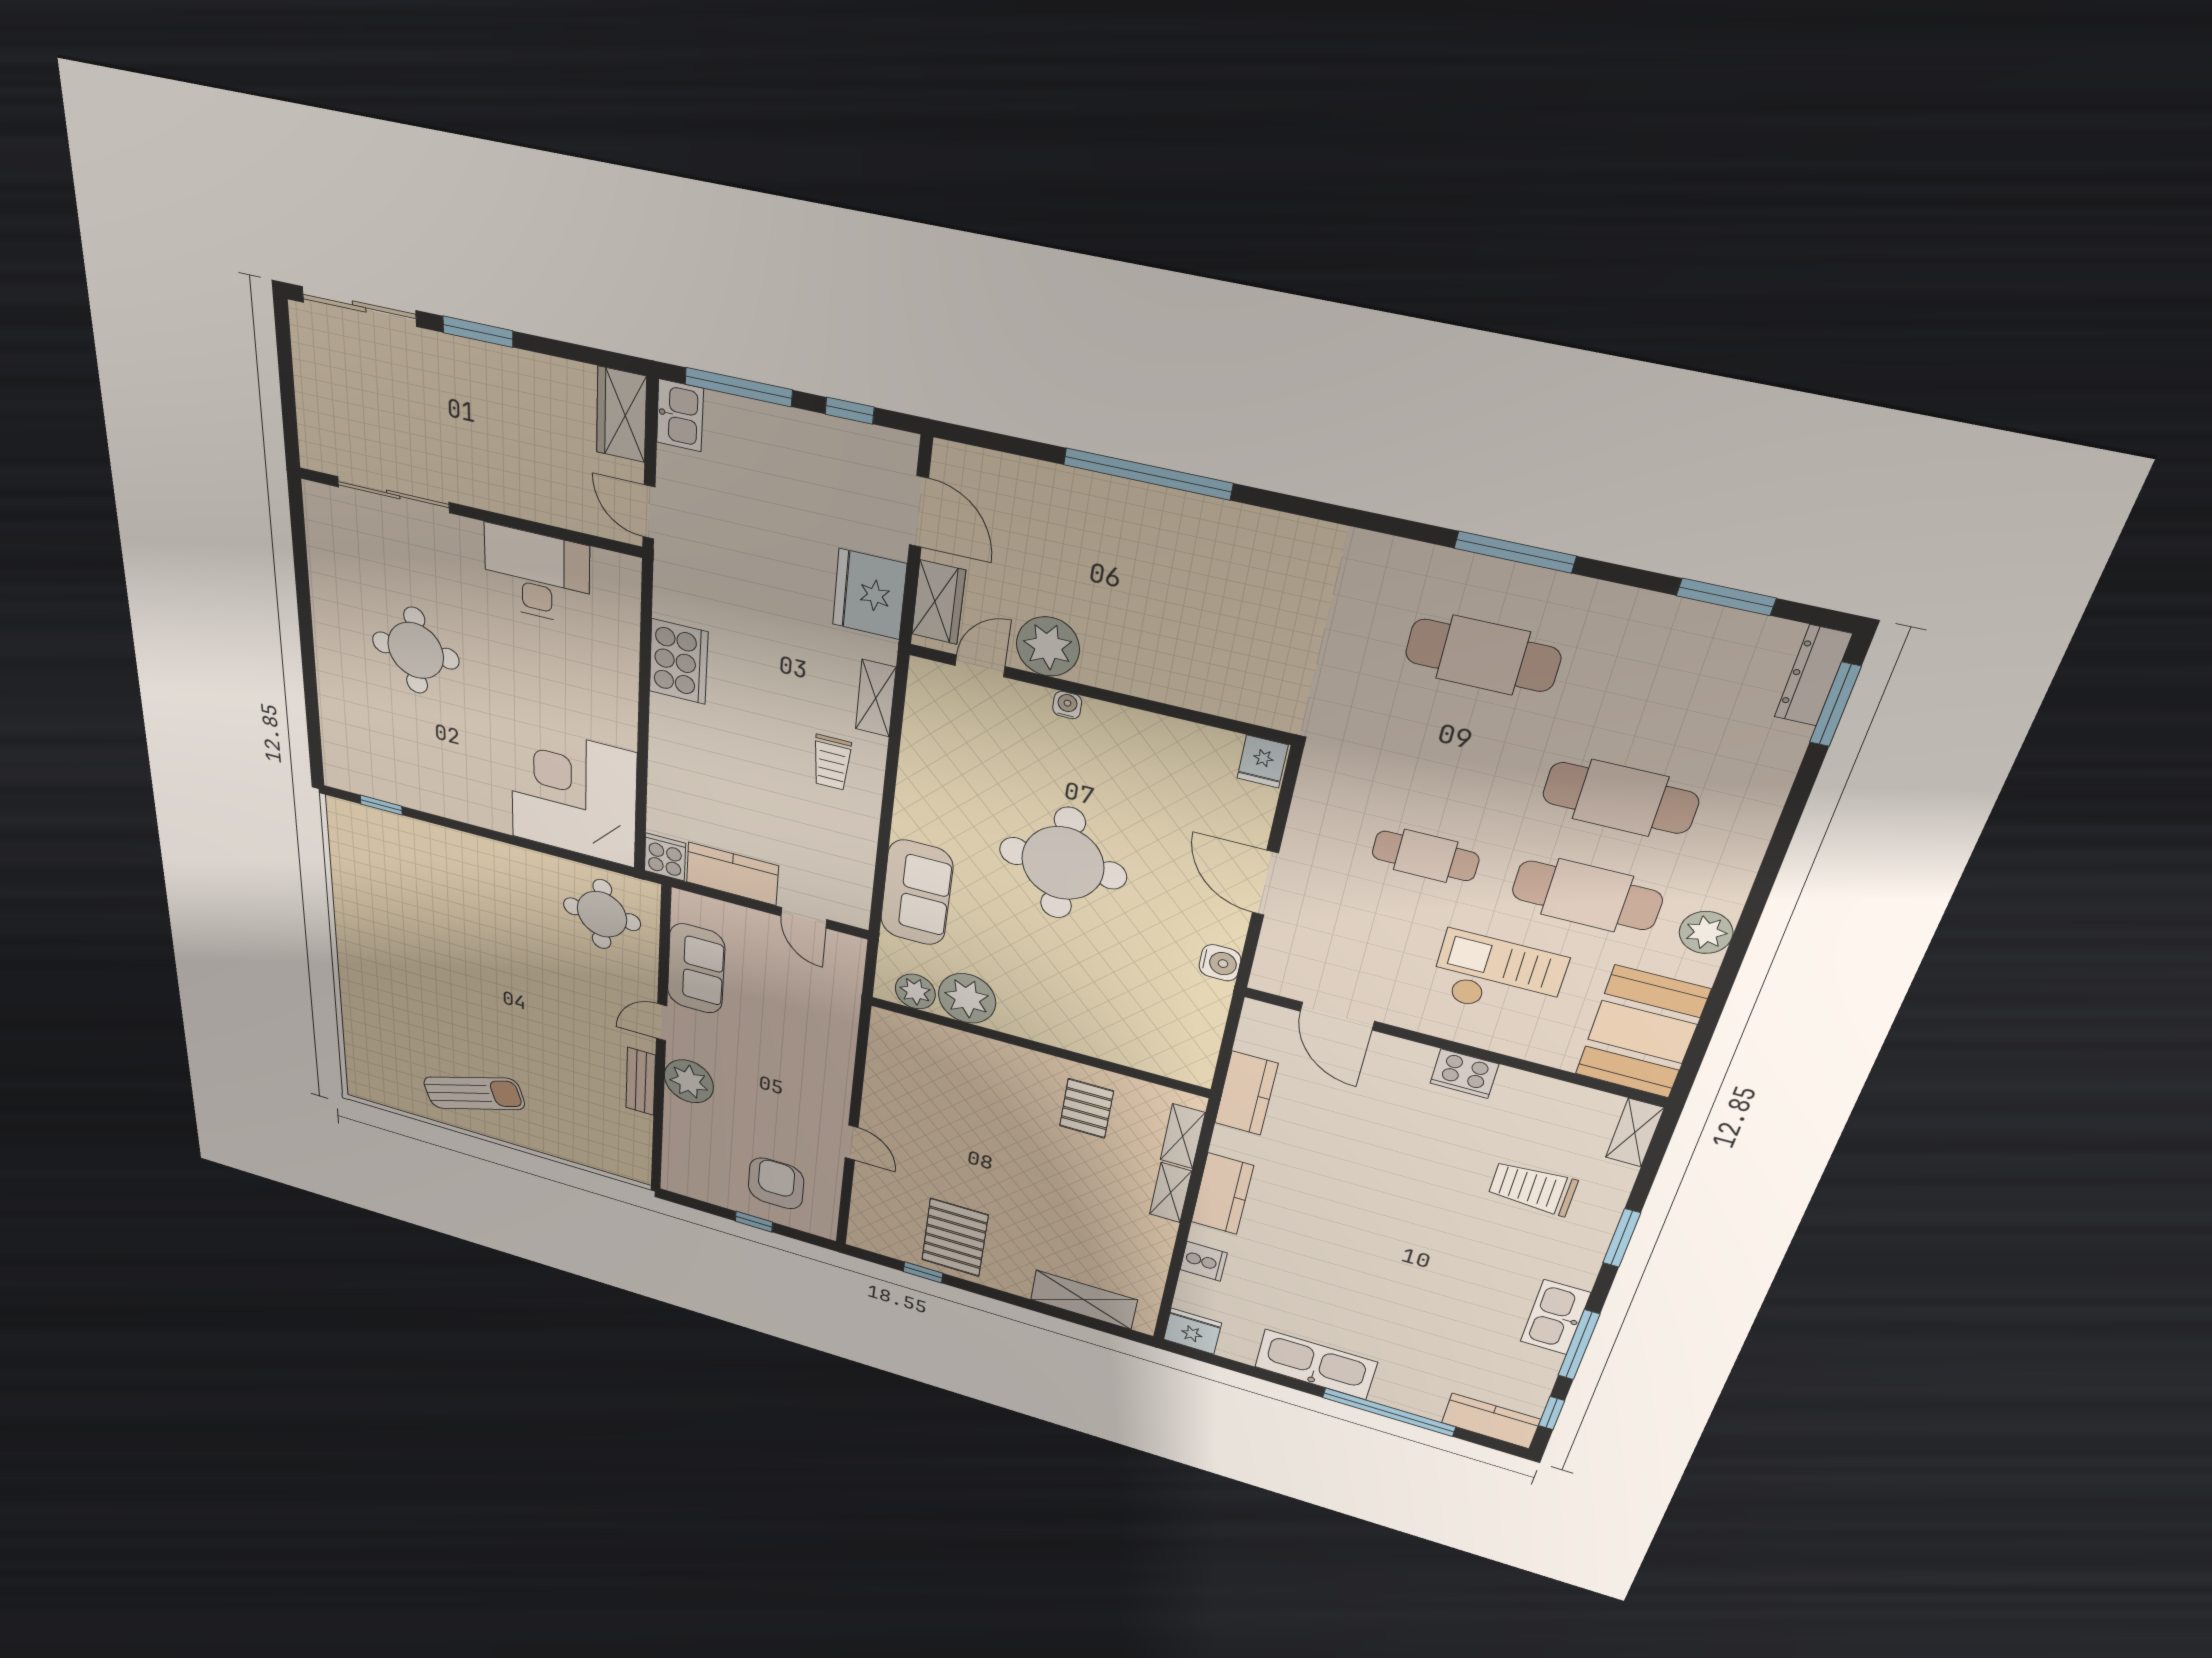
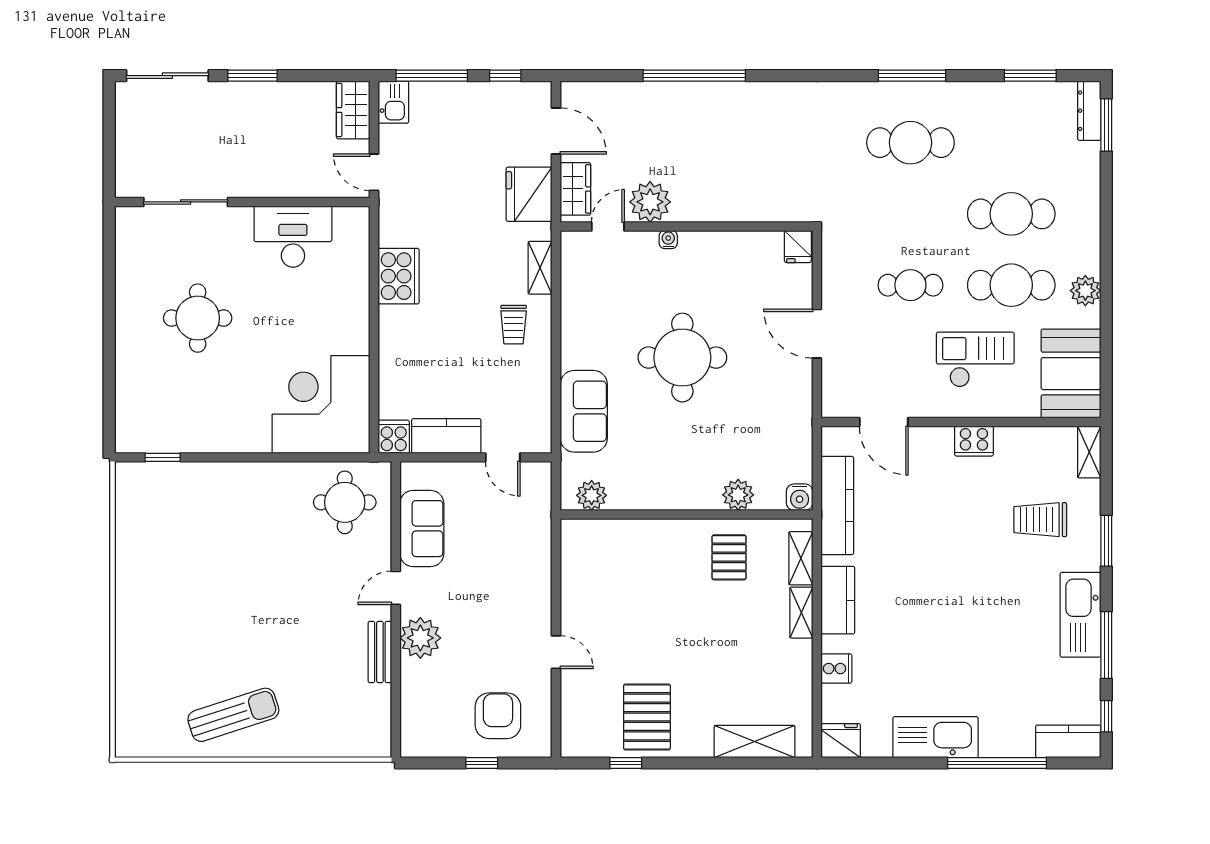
water cooler: (1220, 963) -> (800, 497), moved, turned 90
plant: (967, 998) -> (738, 495), moved, width x0.73, depth x0.73
kitchen counter: (1246, 1093) -> (837, 505), width x1.50
kitchen sink: (1555, 1317) -> (1080, 615), width x1.36, depth x1.24

